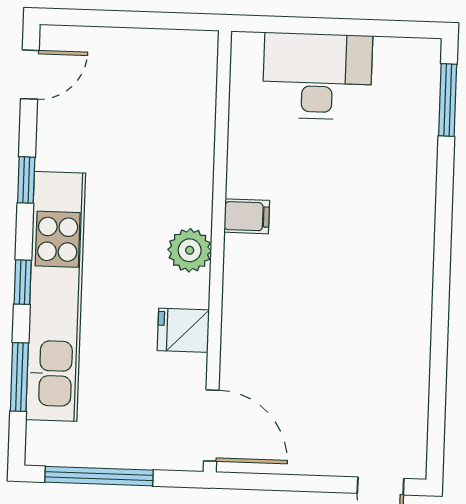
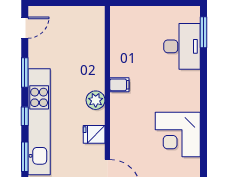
desk: (317, 76) -> (182, 46), moved, turned 90
window: (26, 180) -> (25, 73), width x1.50
corner desk: (379, 337) -> (178, 134), added

